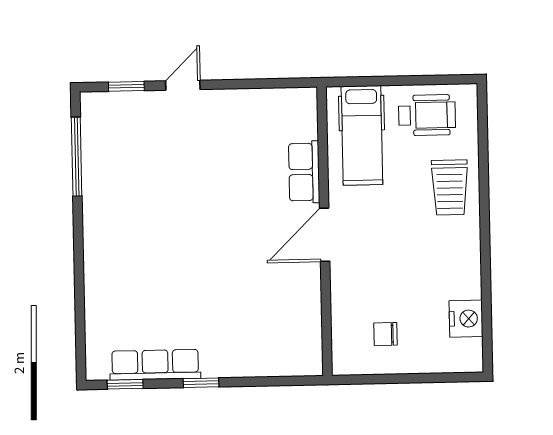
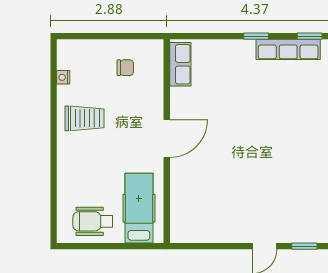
row of seats: (304, 172) -> (180, 64), moved
trolley: (450, 187) -> (85, 118), moved, turned 90
nightstand: (466, 319) -> (63, 77), width x0.53, depth x0.56

